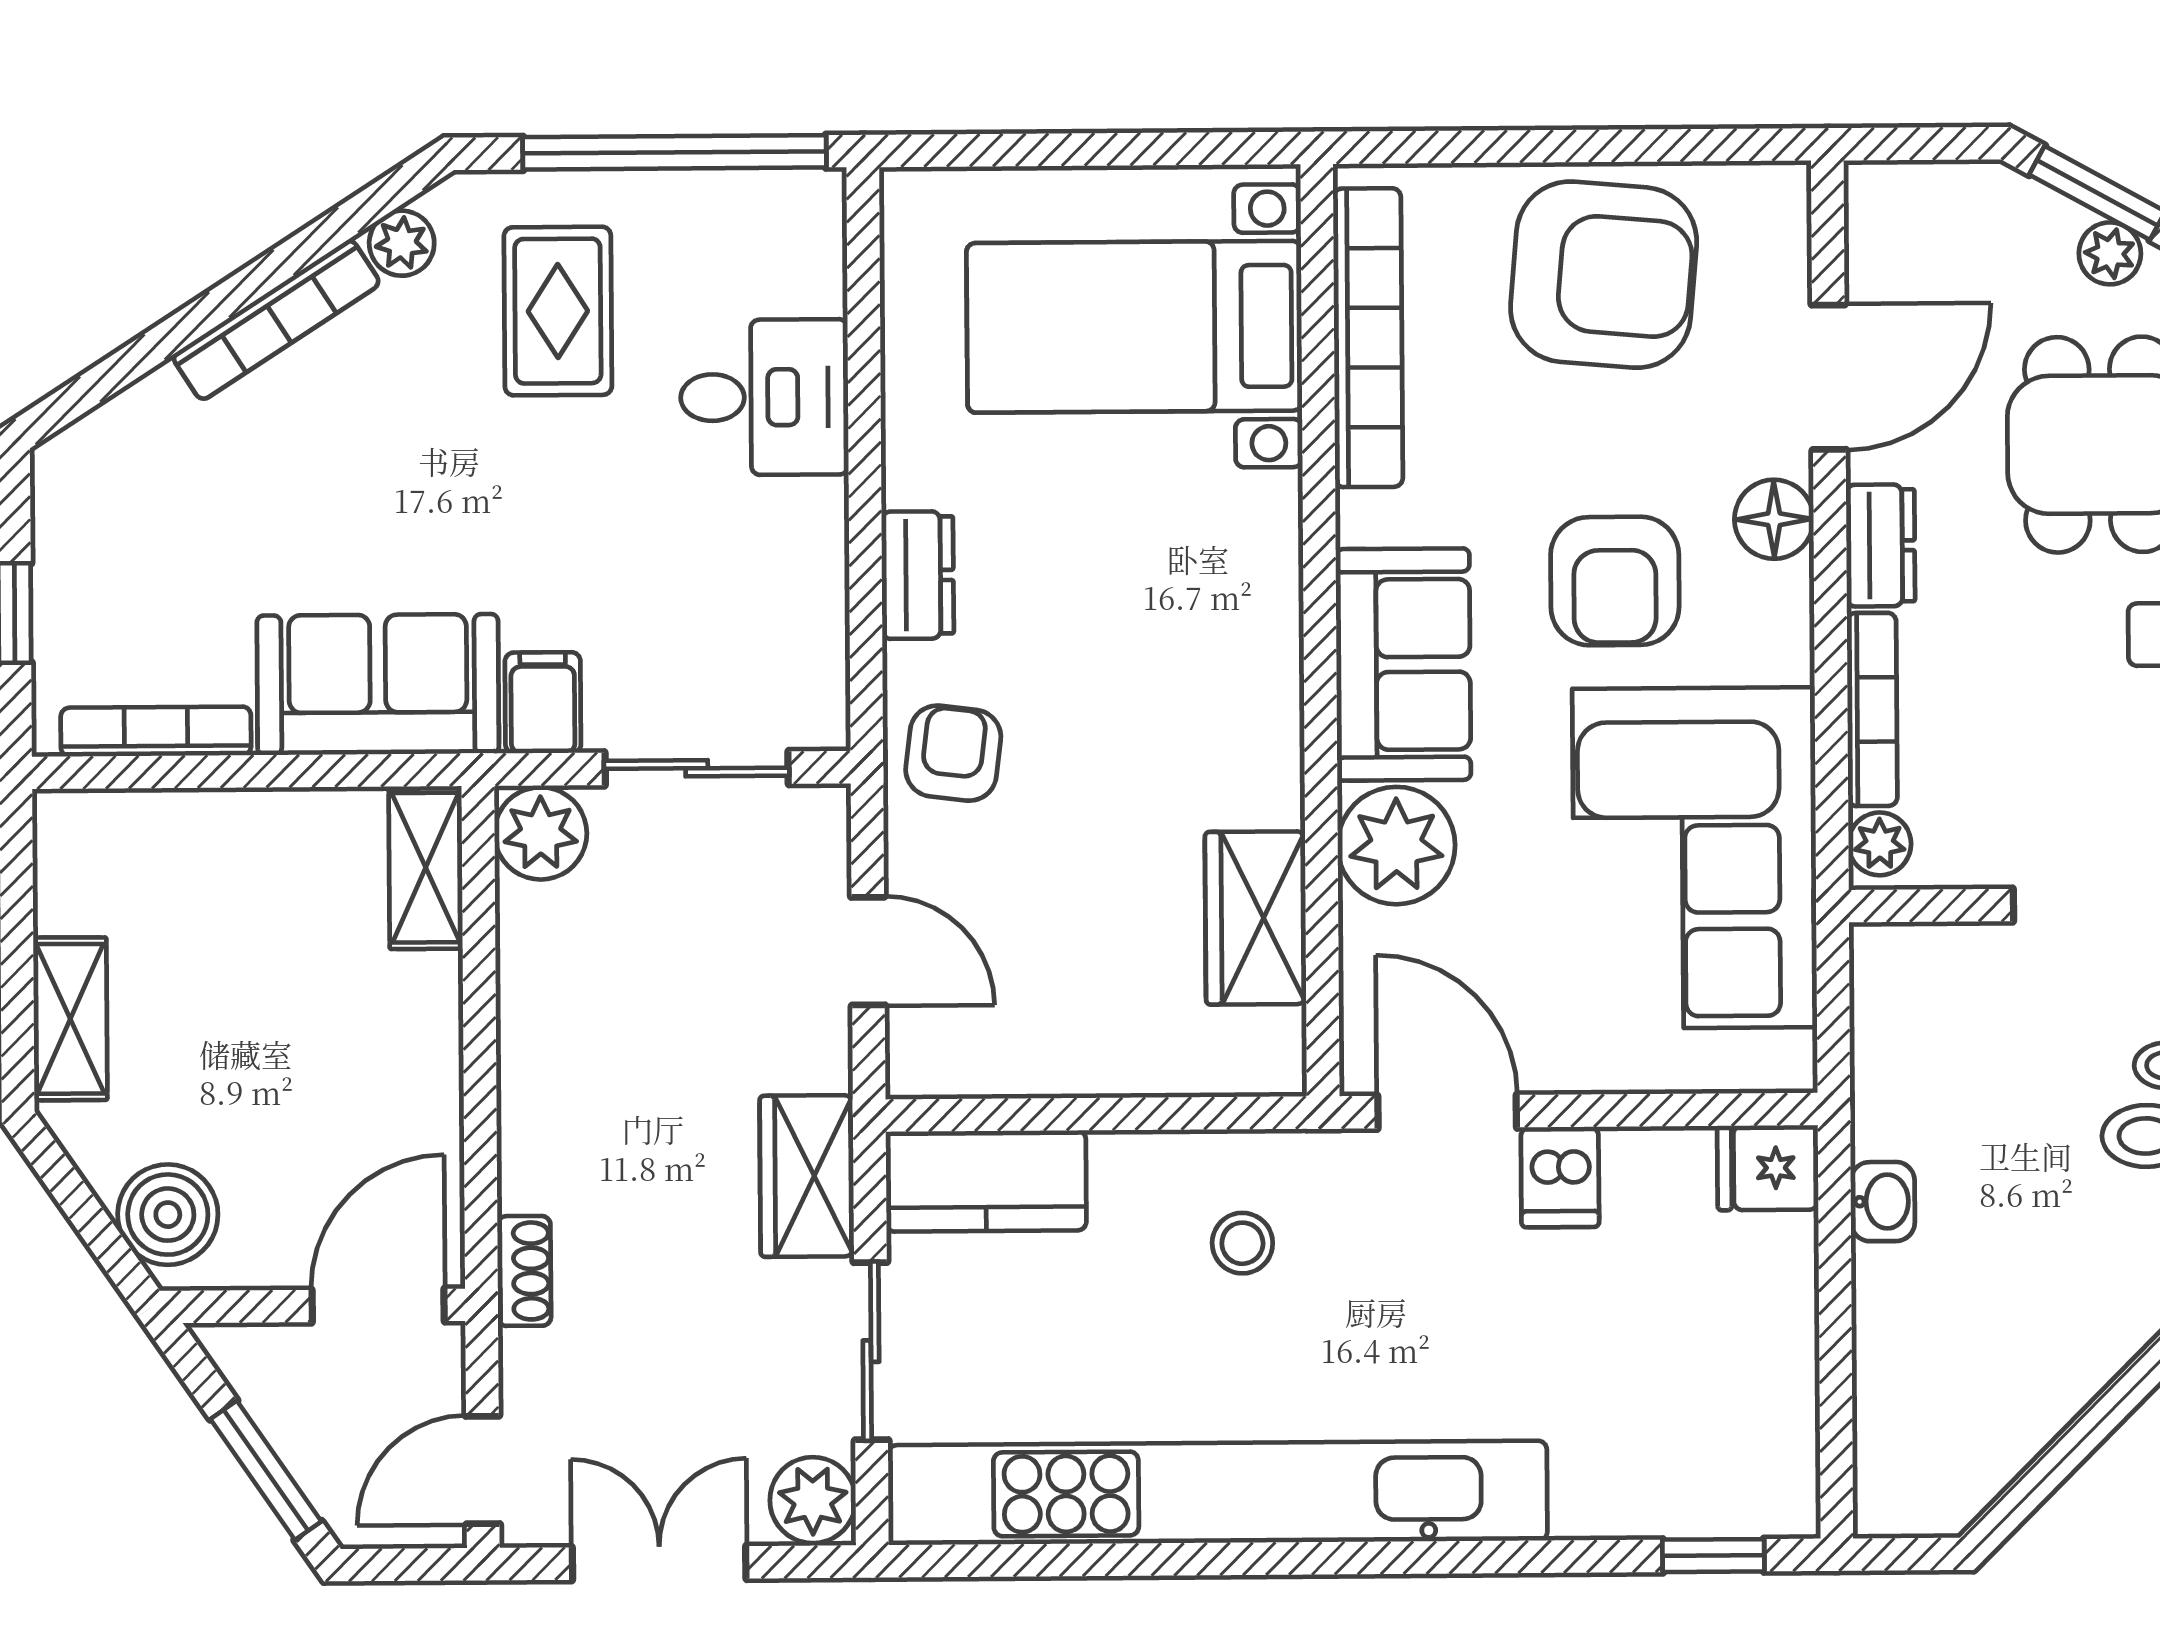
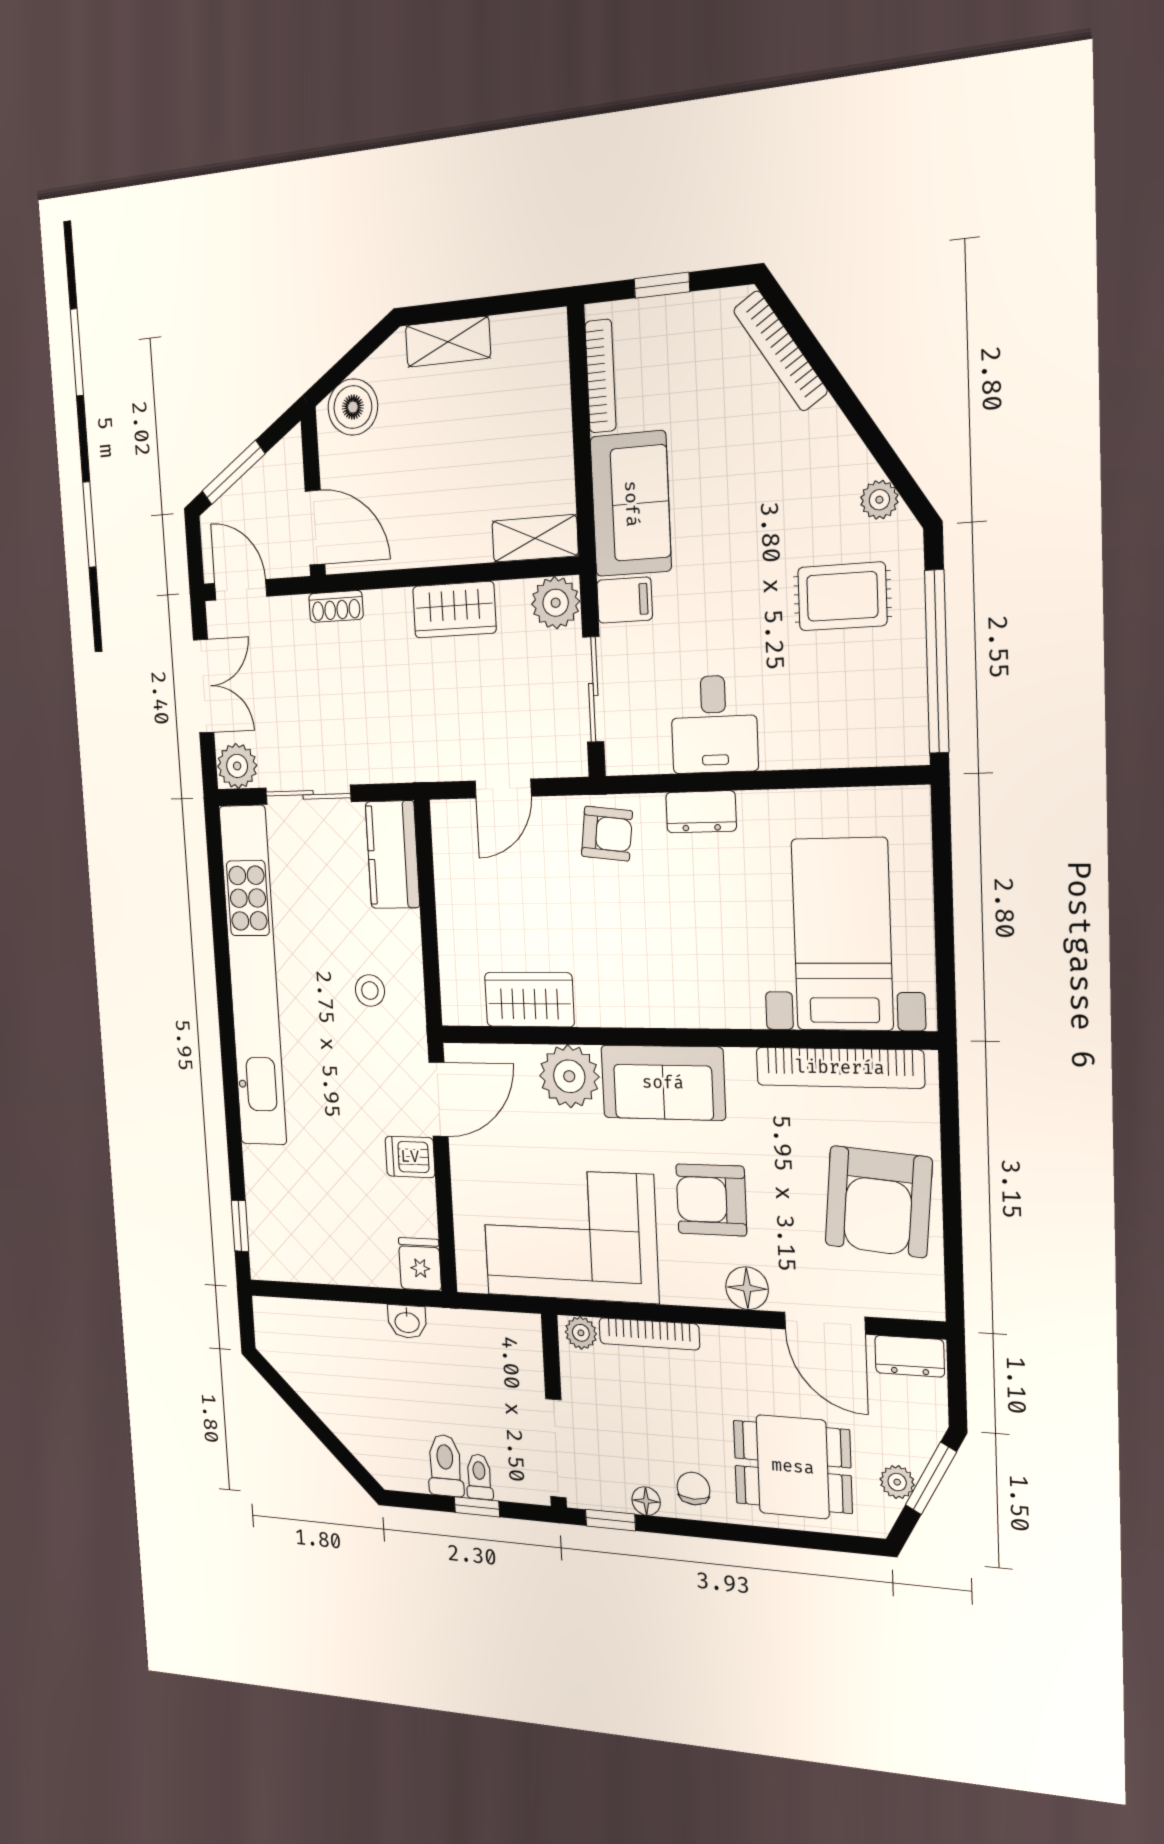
bookcase: (276, 320) -> (780, 351), moved
desk: (764, 397) -> (714, 724), moved
dresser: (1880, 545) -> (910, 1356), moved
wardrobe: (807, 1176) -> (454, 610), moved, turned 180

